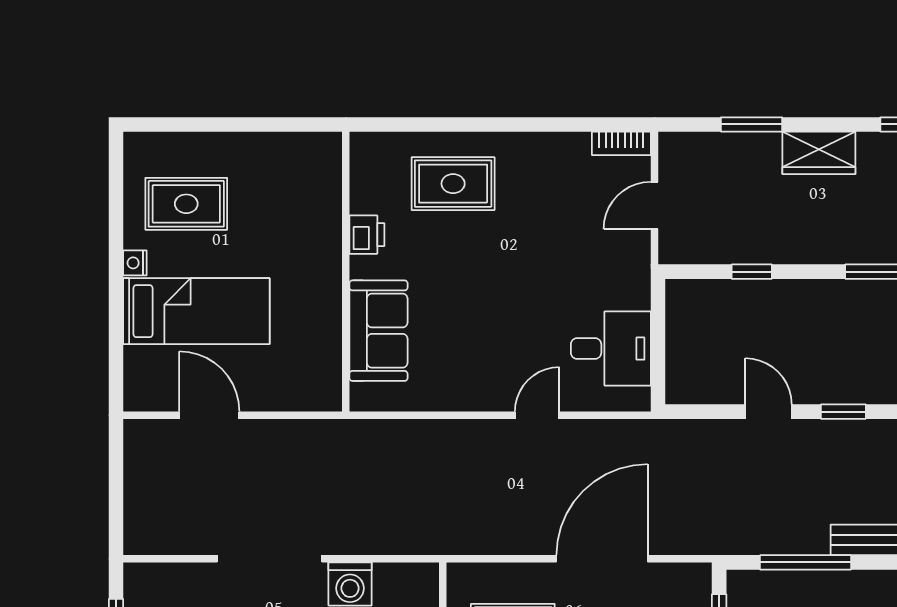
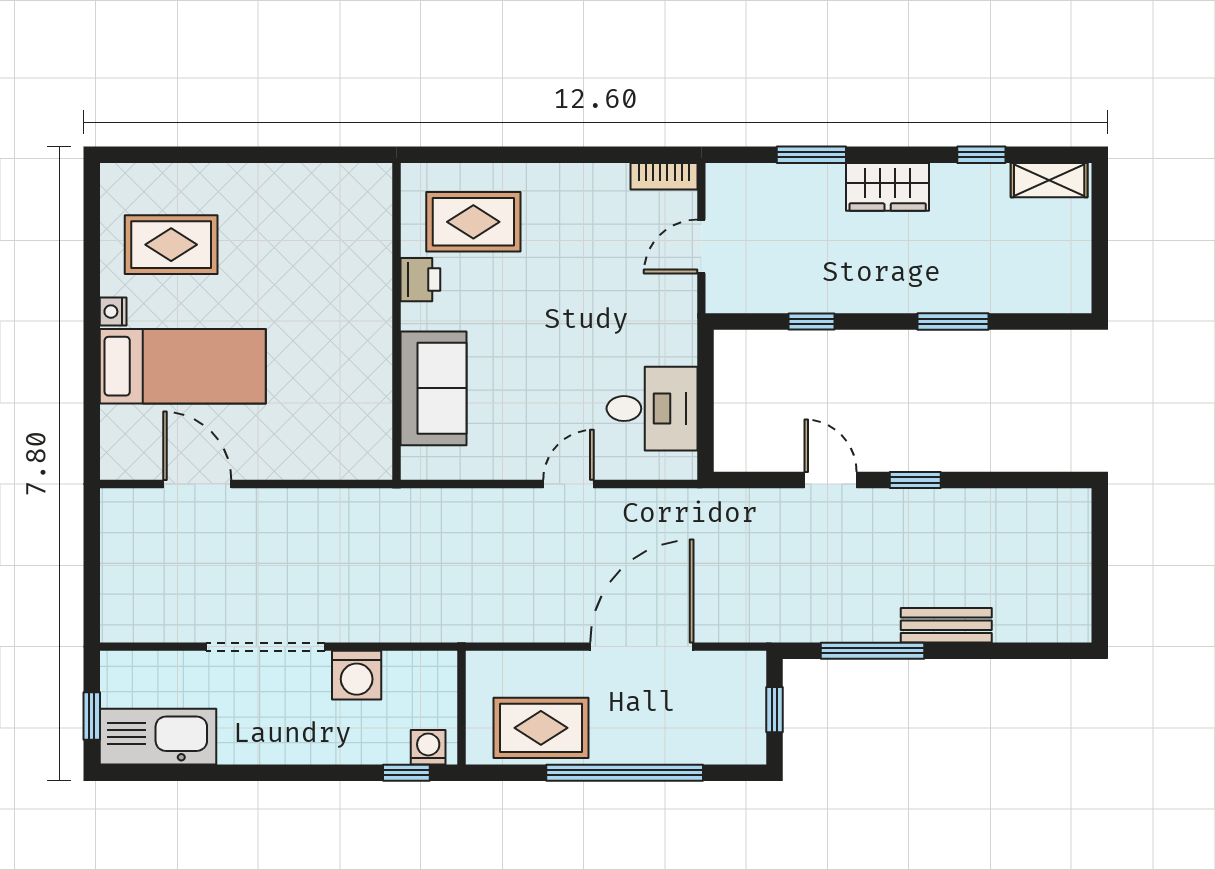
printer: (367, 235) -> (420, 280), moved
wall: (346, 272) -> (397, 321), moved
sofa: (378, 331) -> (434, 388), moved

